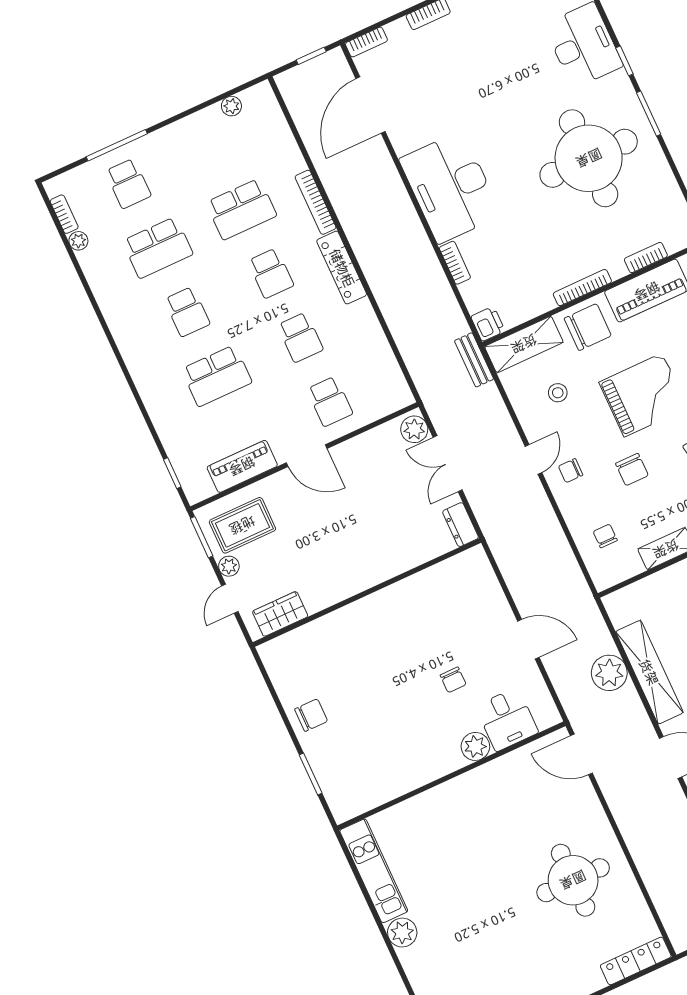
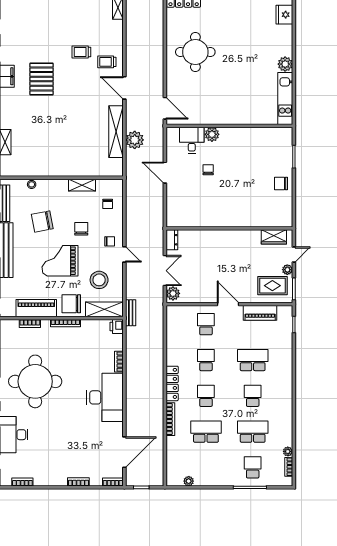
stool: (558, 393) -> (99, 280), width x1.89, depth x1.89
door: (533, 459) -> (124, 254), swing flipped

